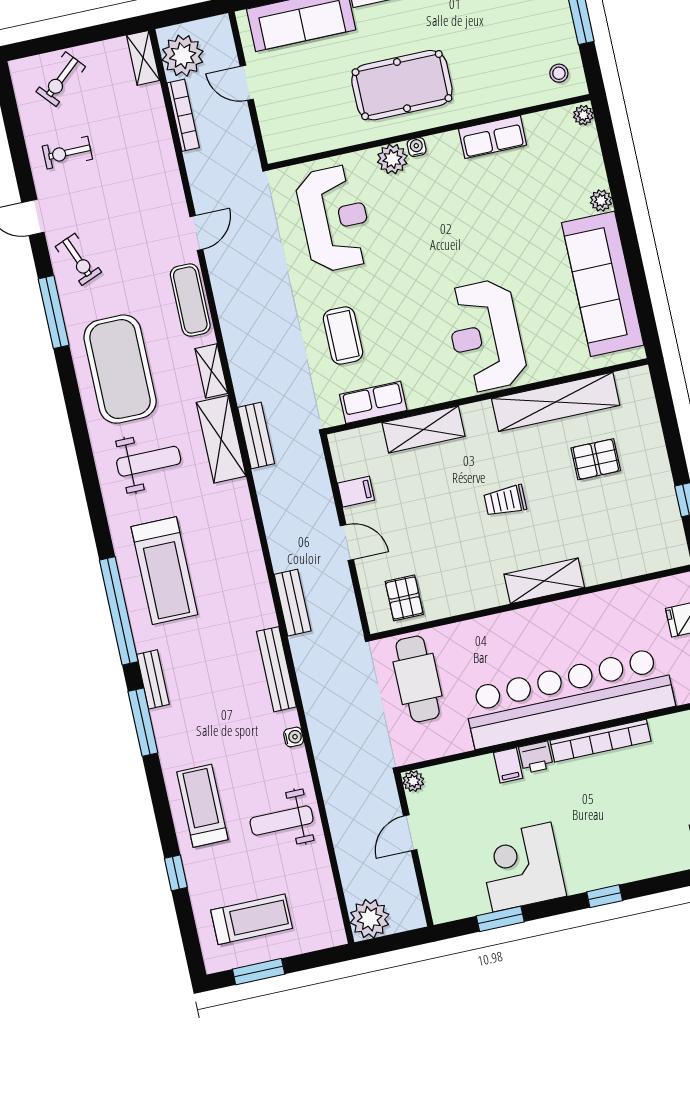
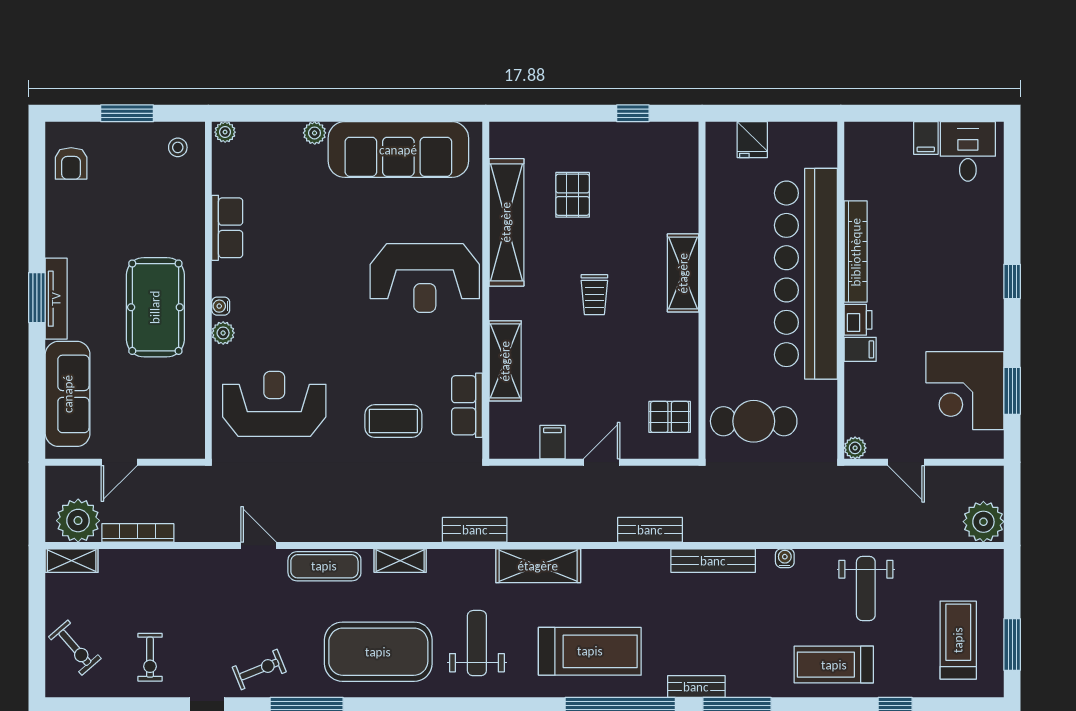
plant: (392, 159) -> (223, 333), width x0.73, depth x0.73
shelving: (221, 439) -> (538, 566), moved
corner desk: (522, 867) -> (965, 391), moved

